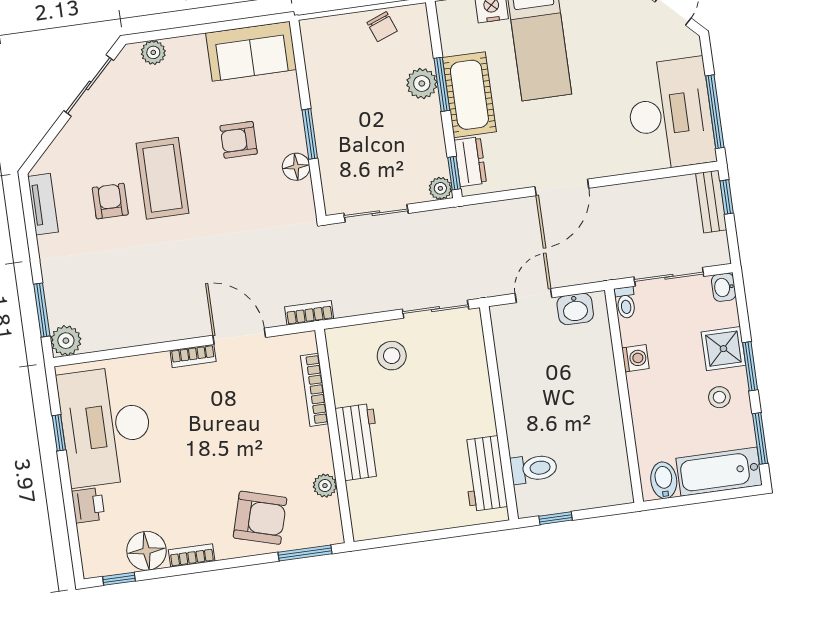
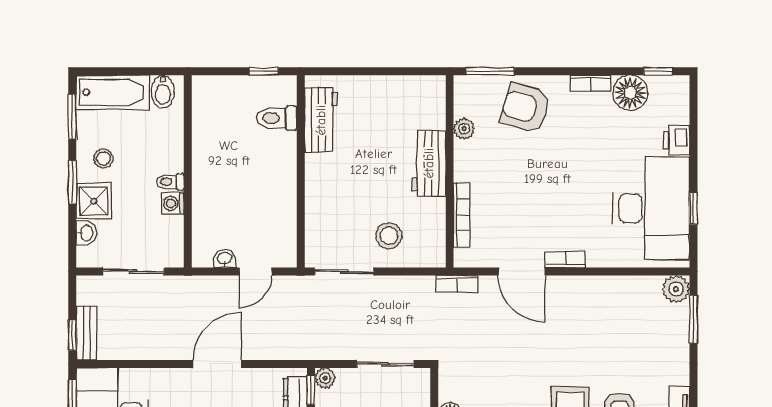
washbasin: (724, 287) -> (86, 233), moved
toilet: (626, 303) -> (170, 182), moved, turned -90
washbasin: (575, 309) -> (225, 259), width x0.72, depth x0.69

